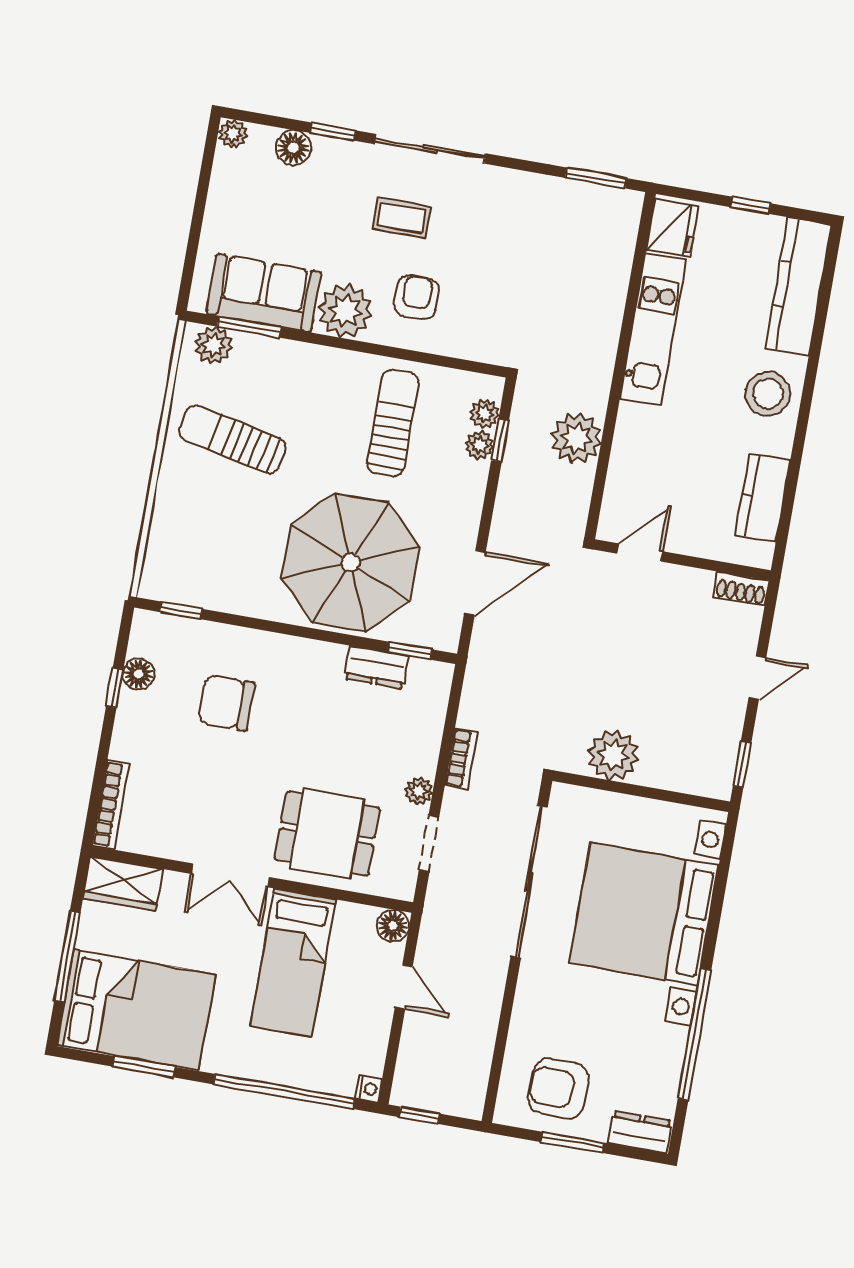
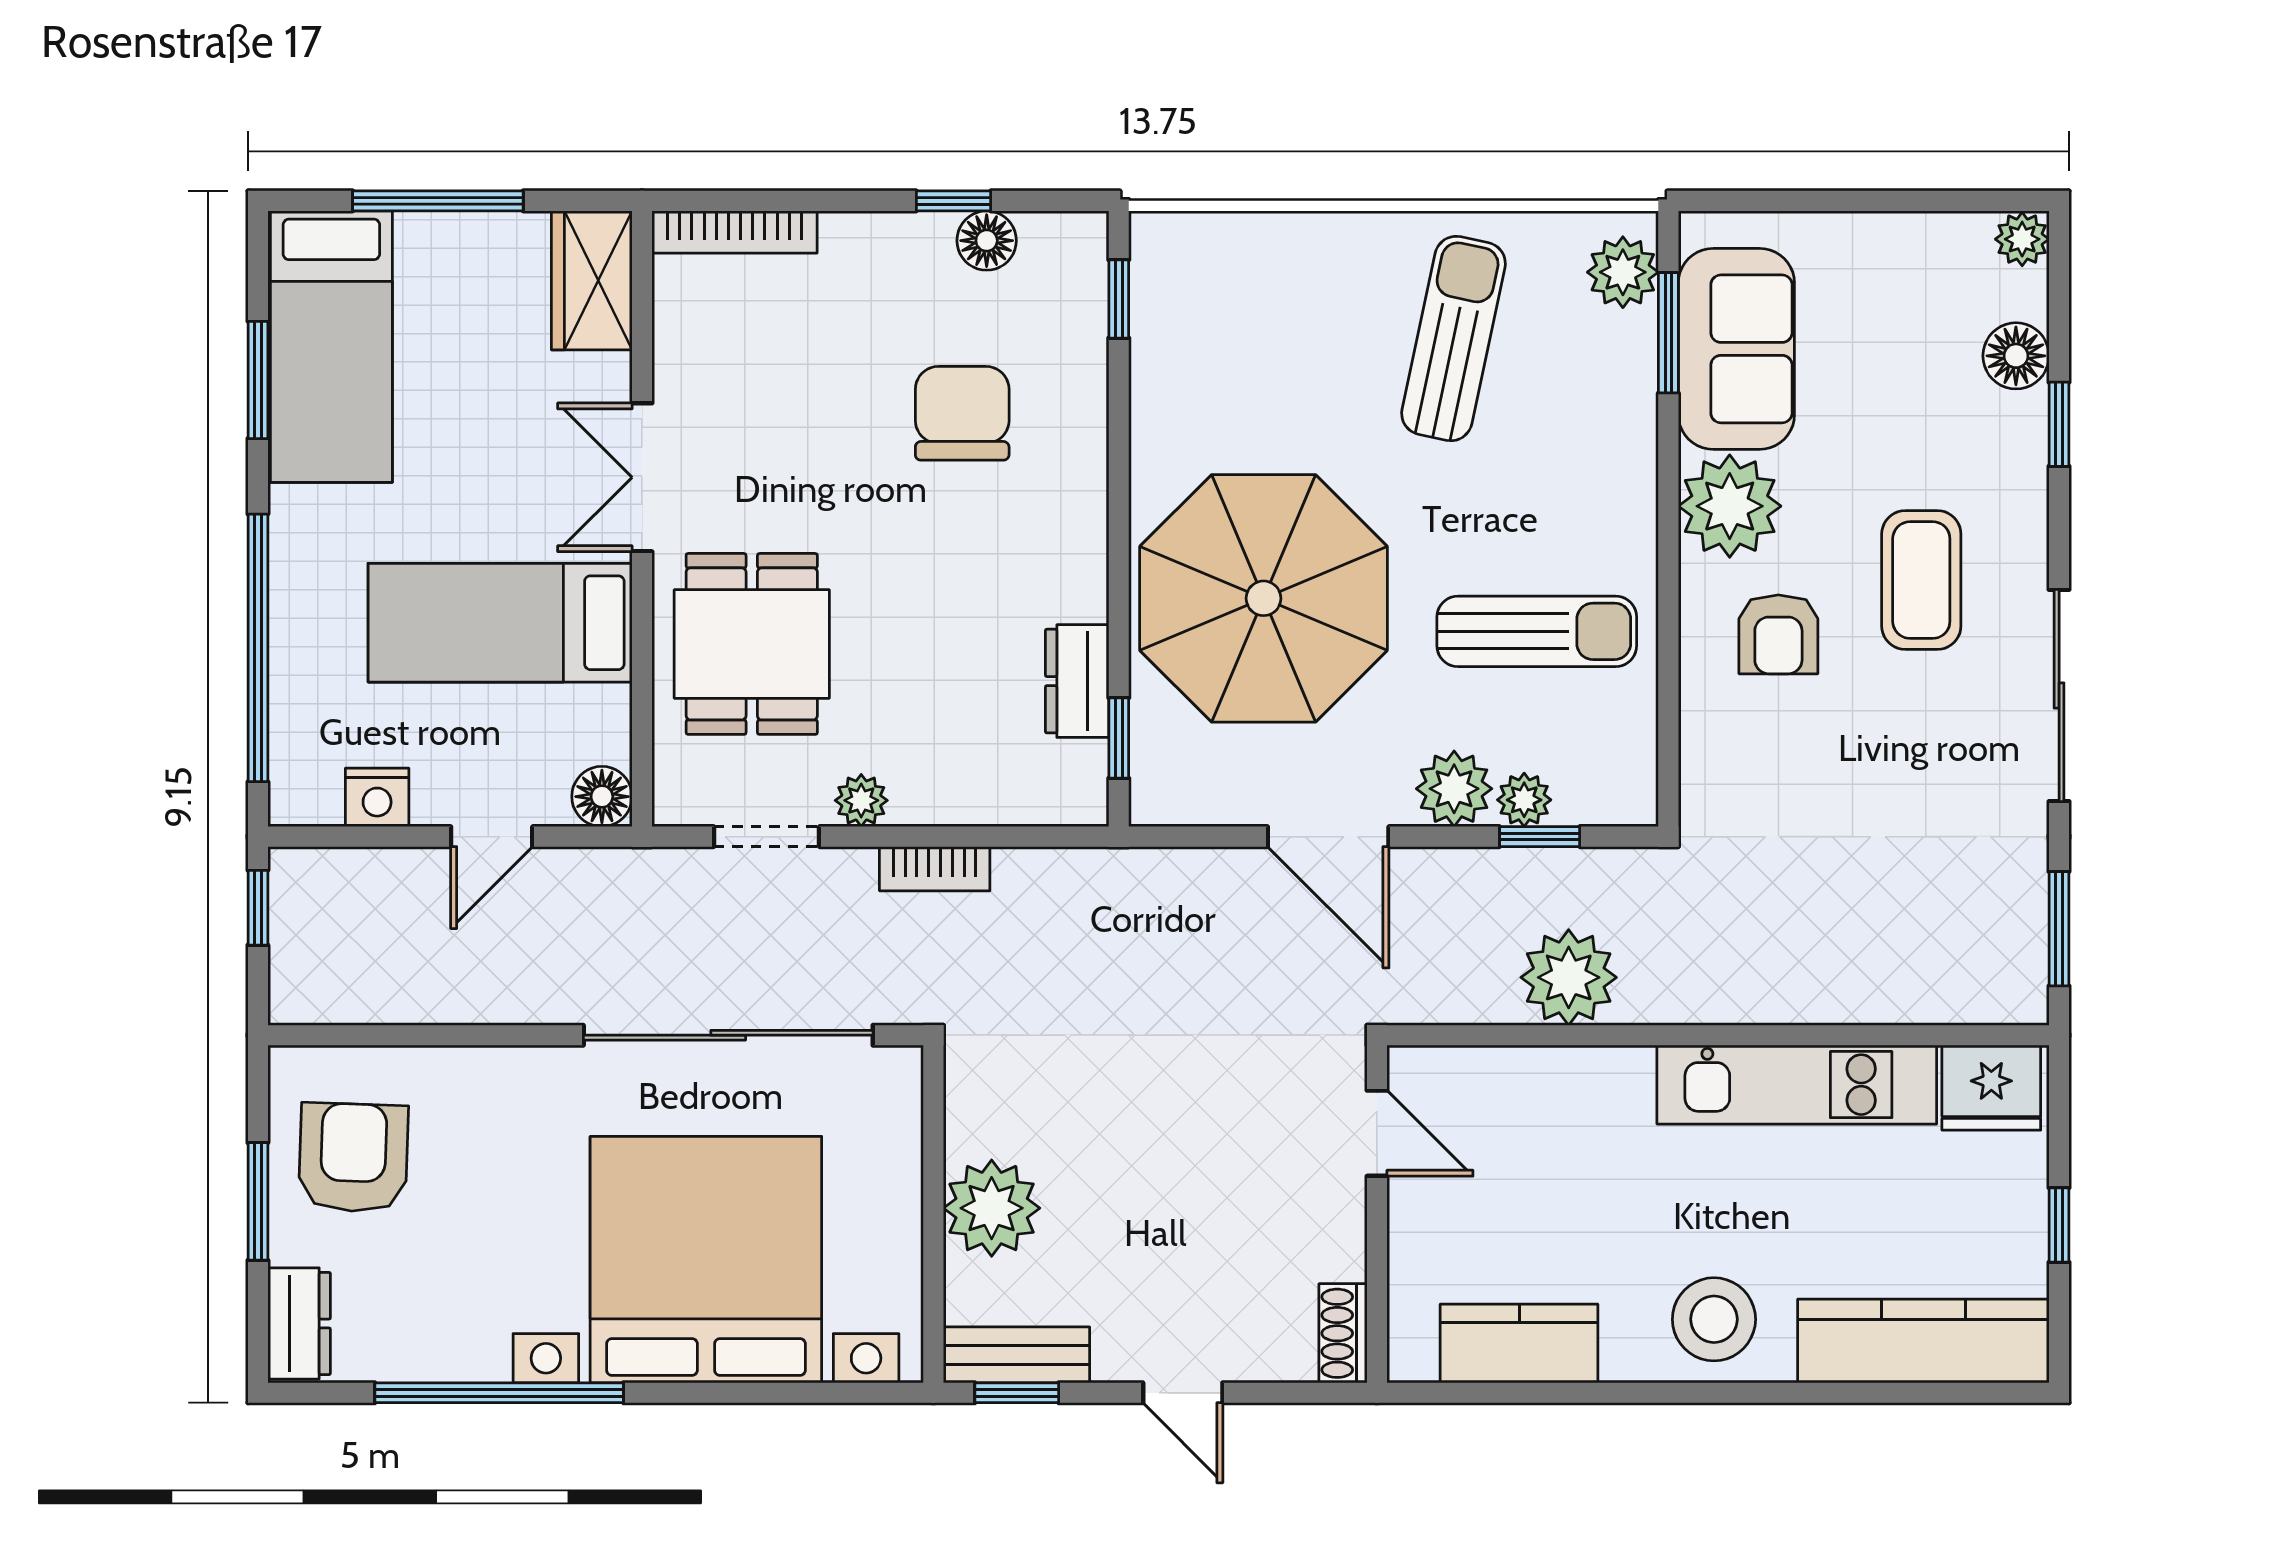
sliding door: (430, 149) -> (2059, 696), moved
coffee table: (401, 218) -> (1921, 580), width x1.36, depth x1.30
armchair: (417, 297) -> (1778, 634), turned 90
plant: (485, 414) -> (1454, 789), moved, width x1.38, depth x1.38
door: (475, 583) -> (1328, 837), moved
plant: (613, 755) -> (992, 1208), moved
bench: (722, 761) -> (1017, 1355), added
bed: (136, 1010) -> (331, 347), width x0.67
nightstand: (369, 1089) -> (377, 797), moved, width x1.39, depth x1.35

